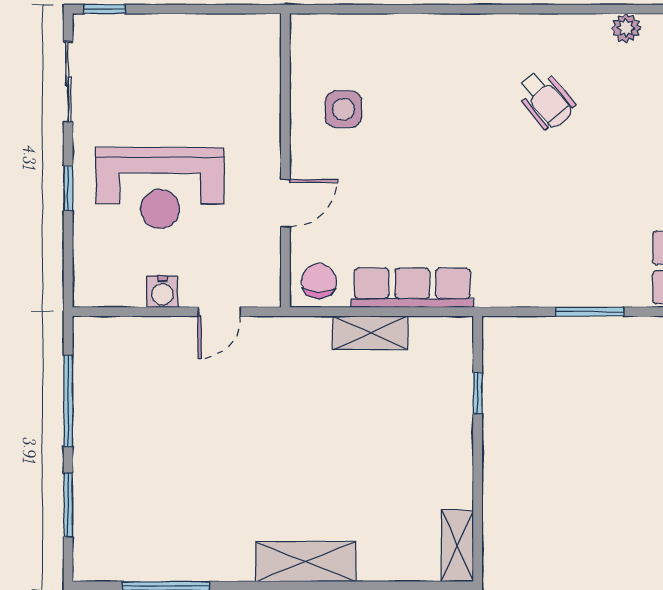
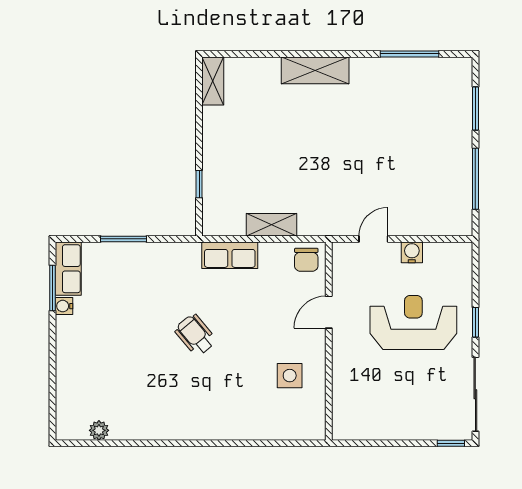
sliding door: (68, 82) -> (475, 394), width x1.37
wheelchair: (546, 100) -> (195, 335), moved
row of seats: (412, 288) -> (230, 255), width x0.68

